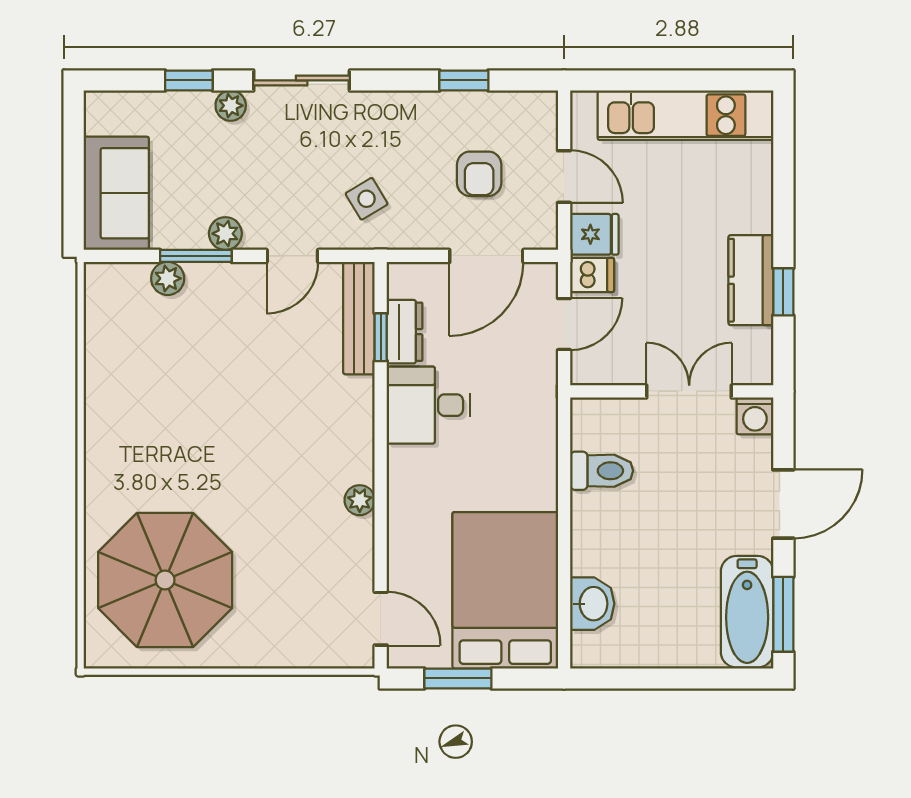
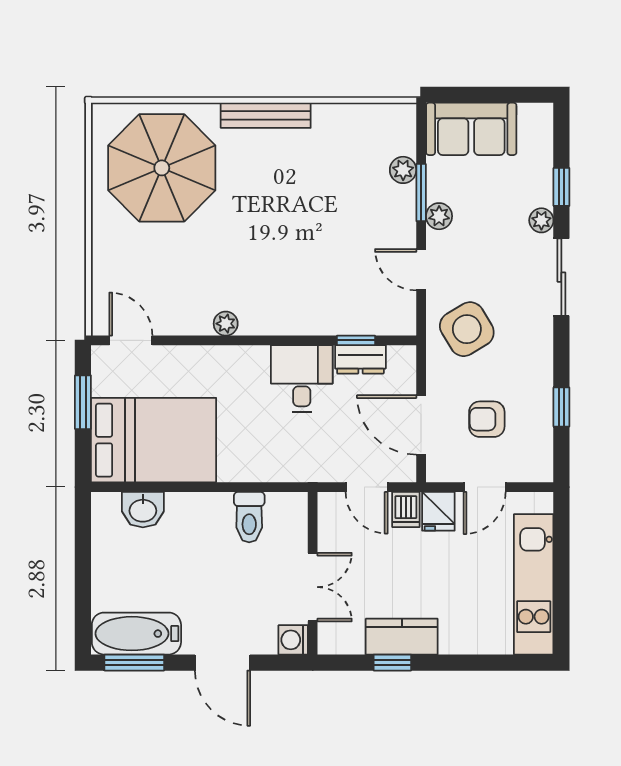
side table: (367, 199) -> (467, 329), width x1.87, depth x1.87
bench: (359, 318) -> (266, 115), moved
door: (381, 619) -> (131, 340), swing flipped

